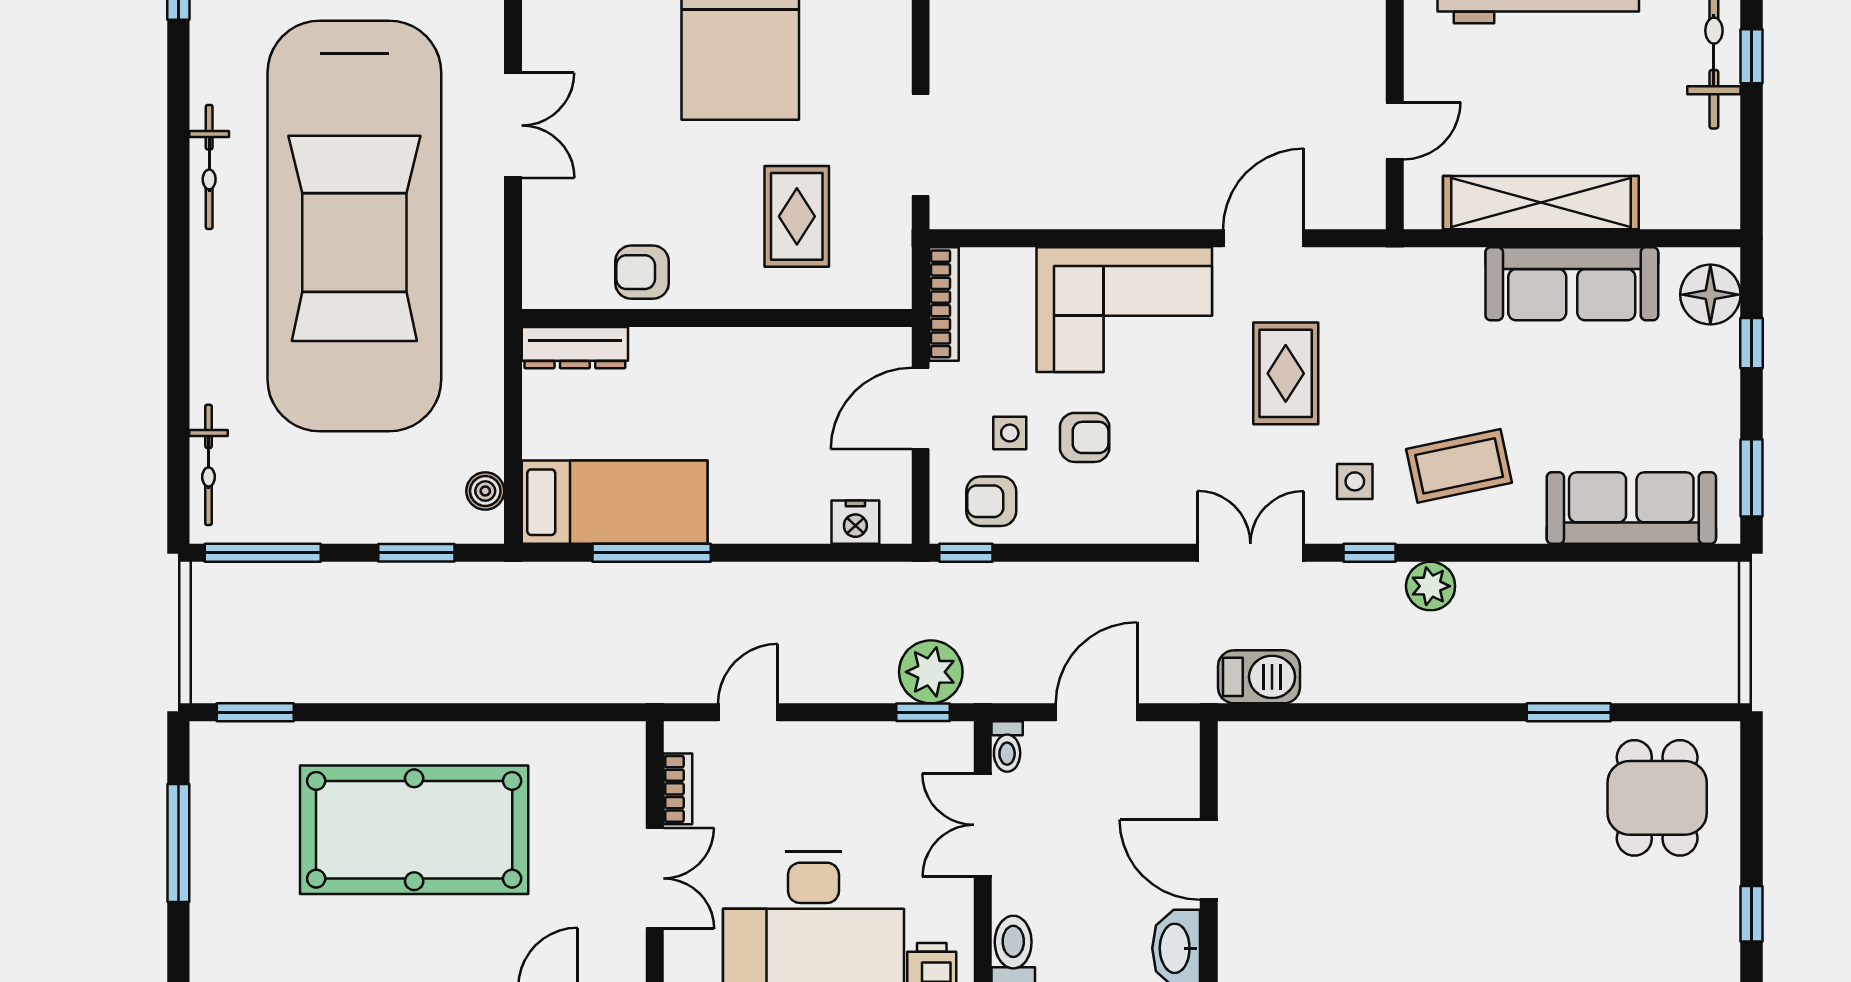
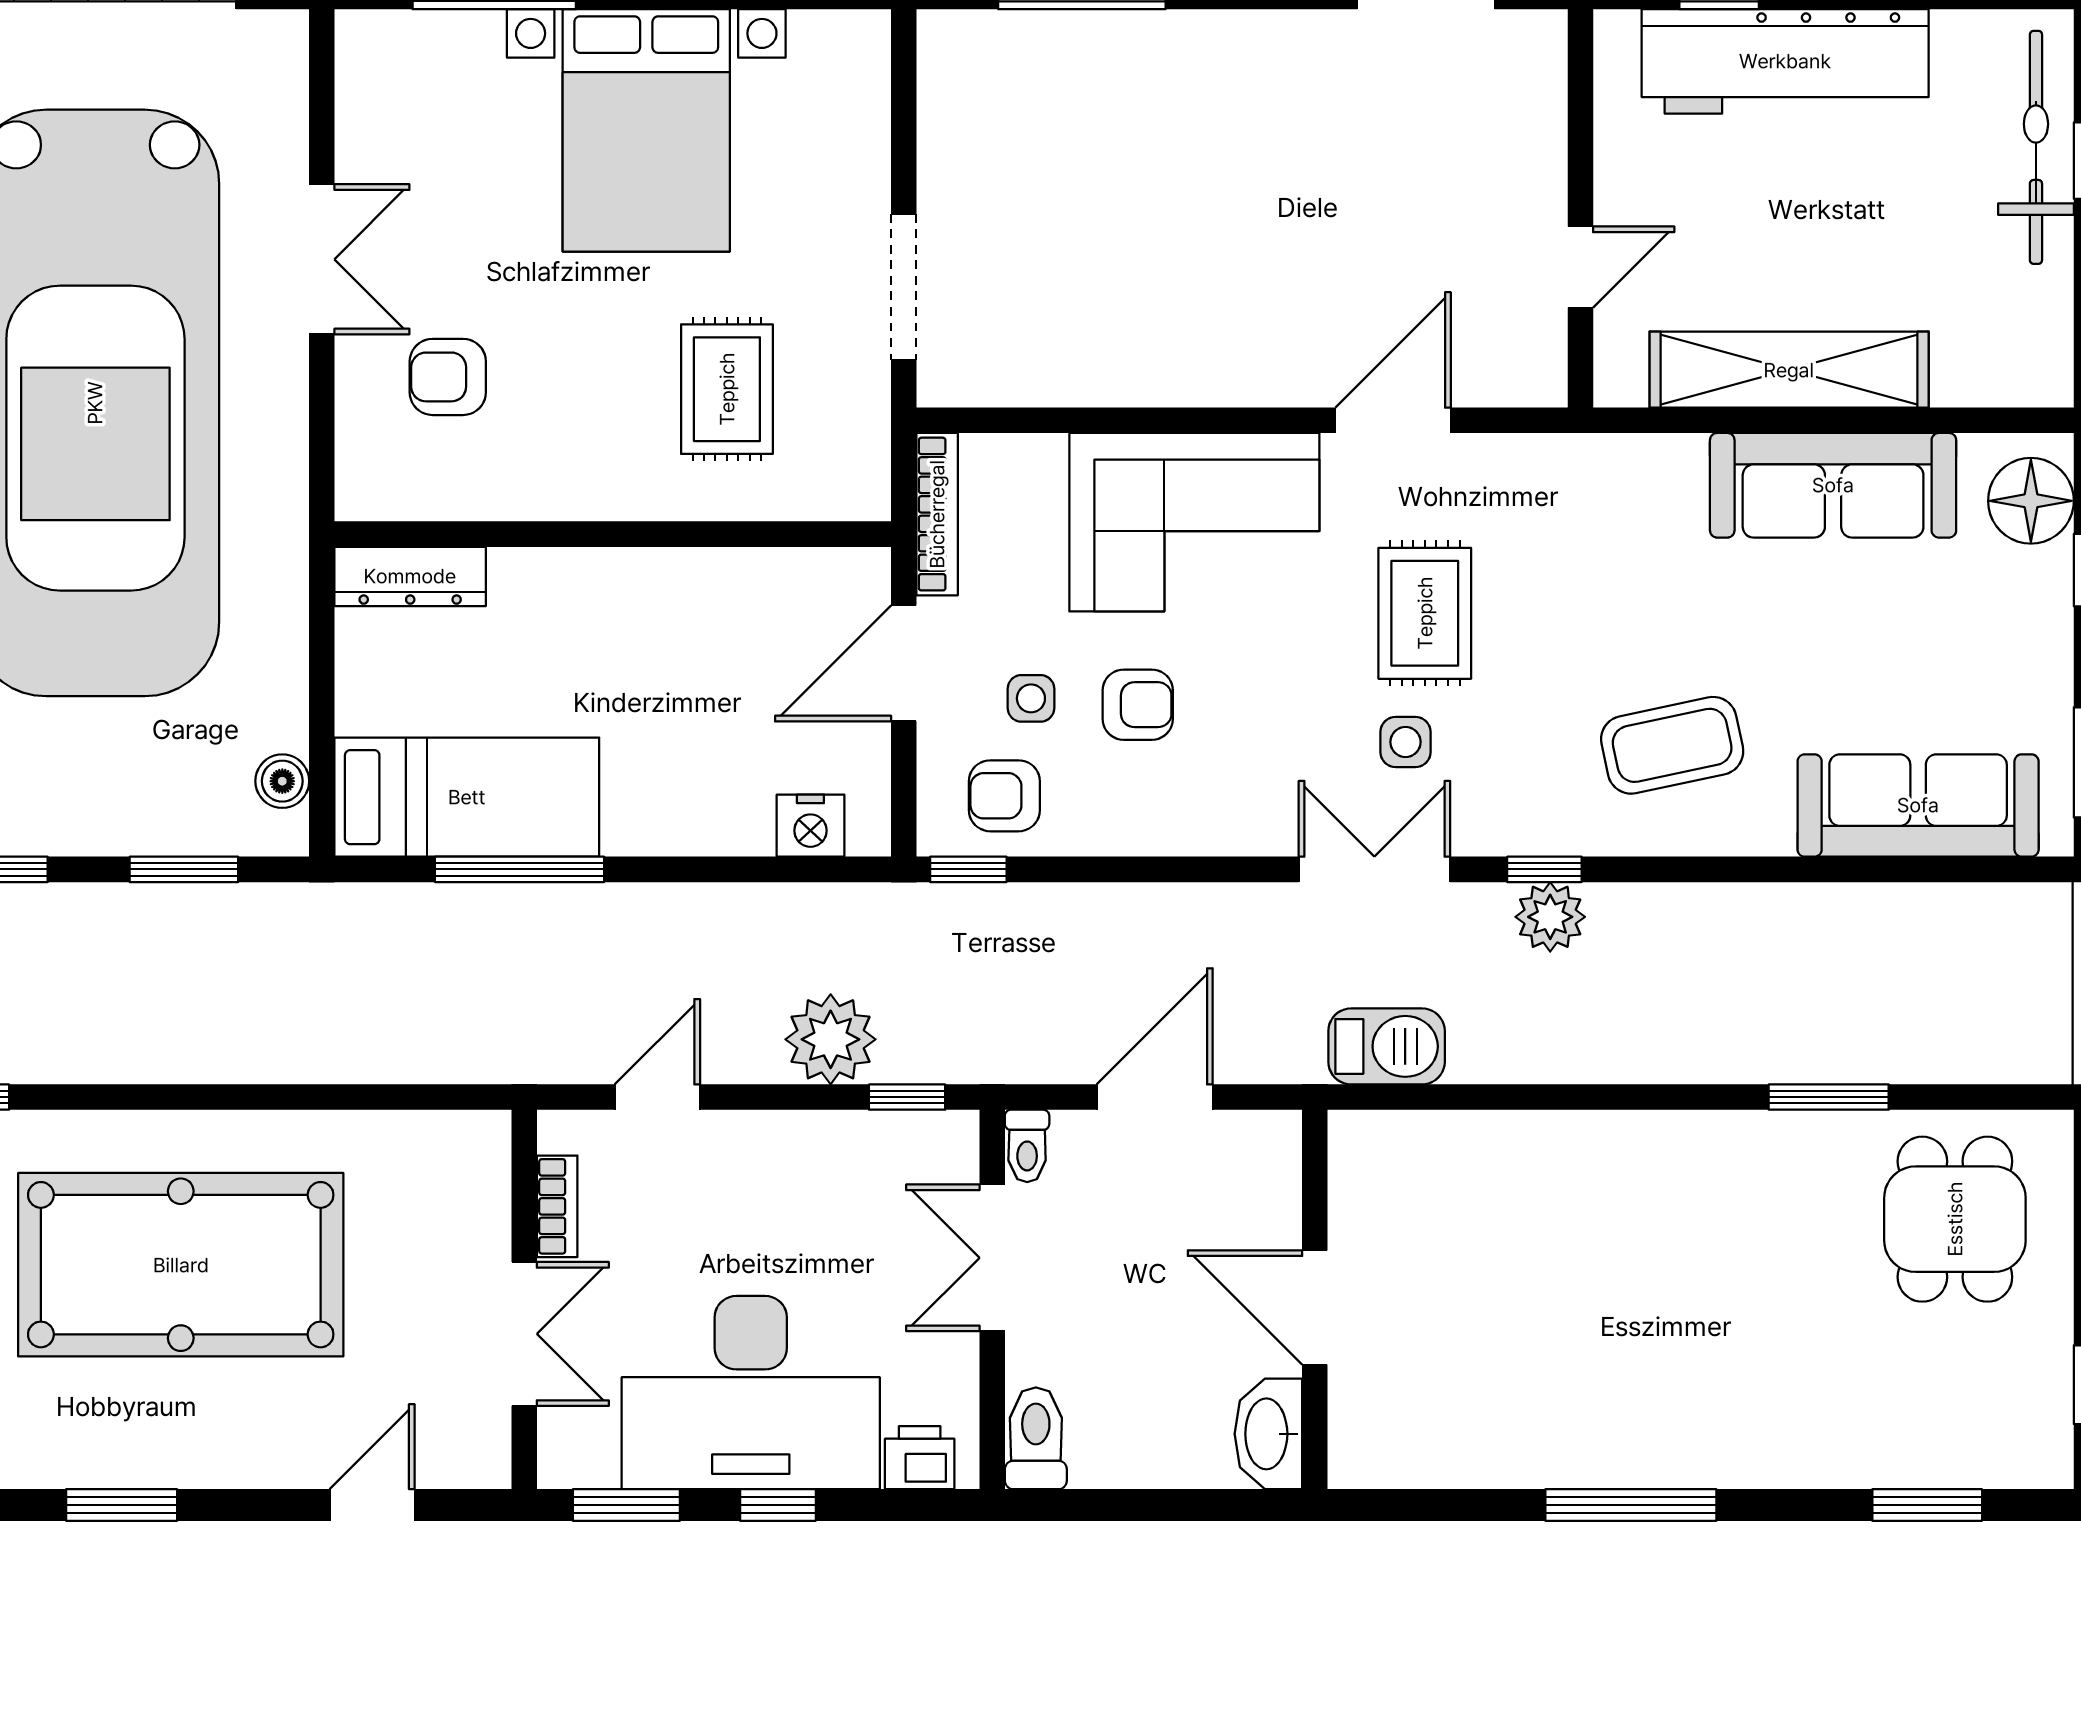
armchair: (642, 272) -> (448, 377), moved
side table: (1355, 481) -> (1405, 742), moved
plant: (1431, 586) -> (1550, 917), moved
plant: (931, 672) -> (831, 1039), moved

